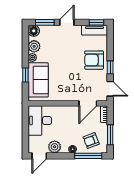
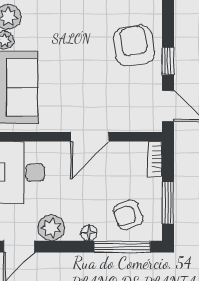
armchair: (94, 60) -> (134, 46), turned 82
door: (88, 103) -> (90, 137), moved

